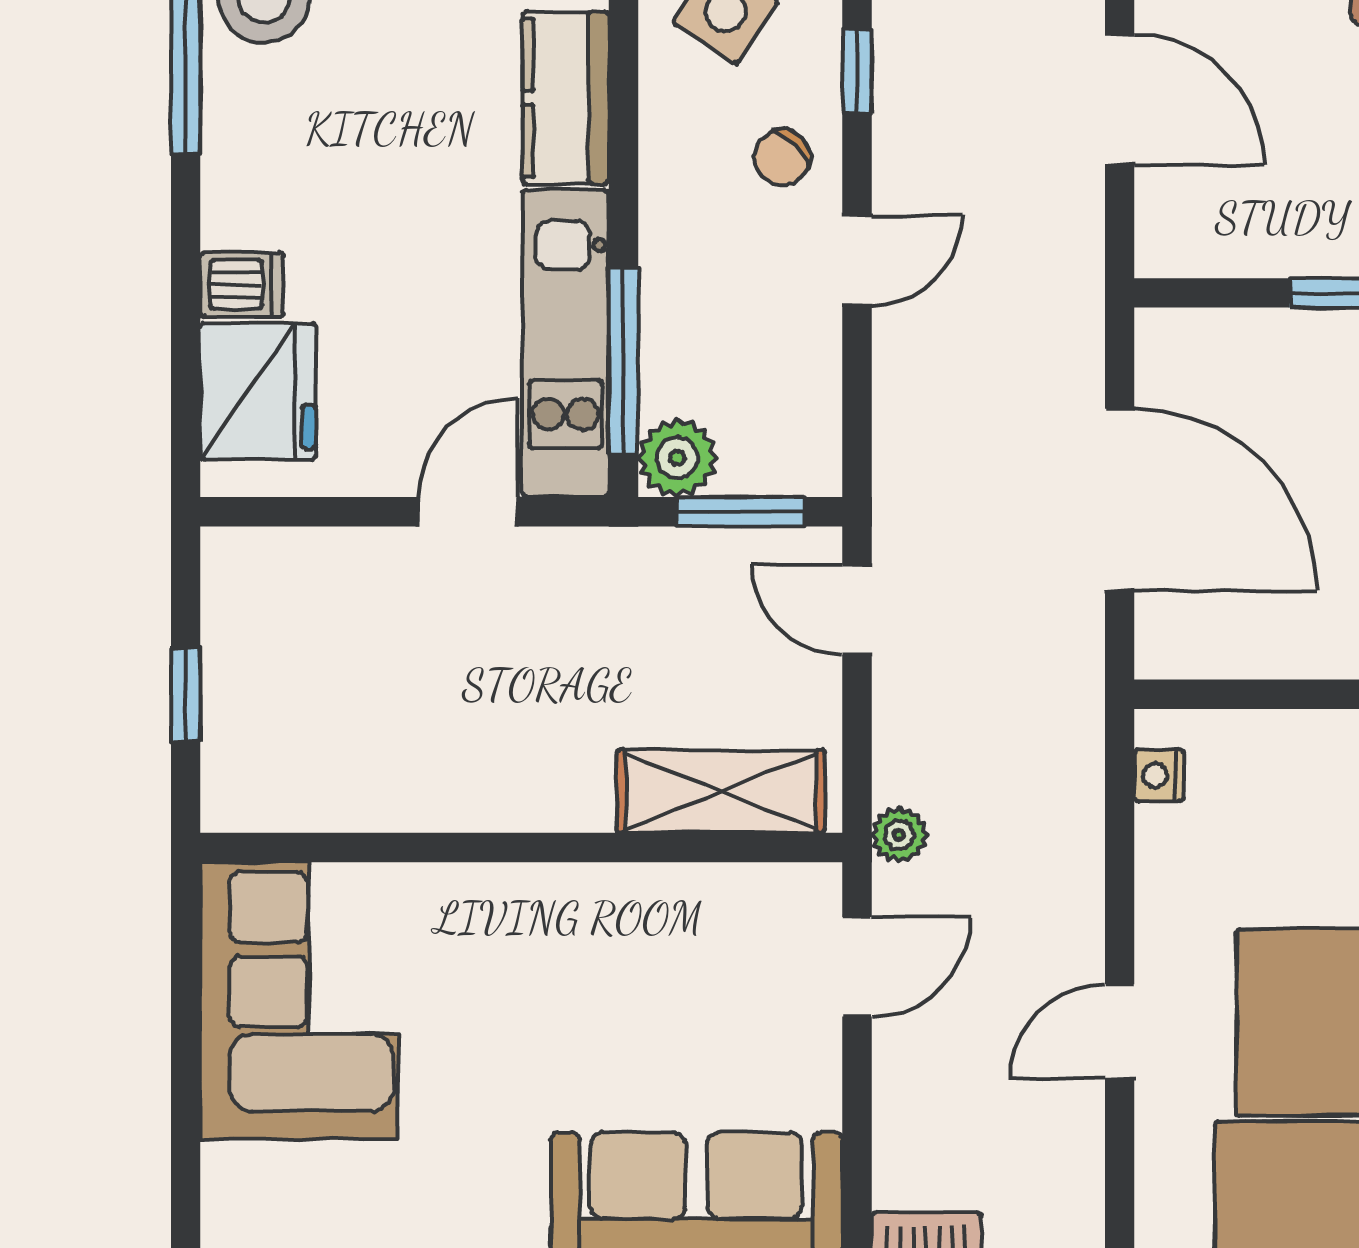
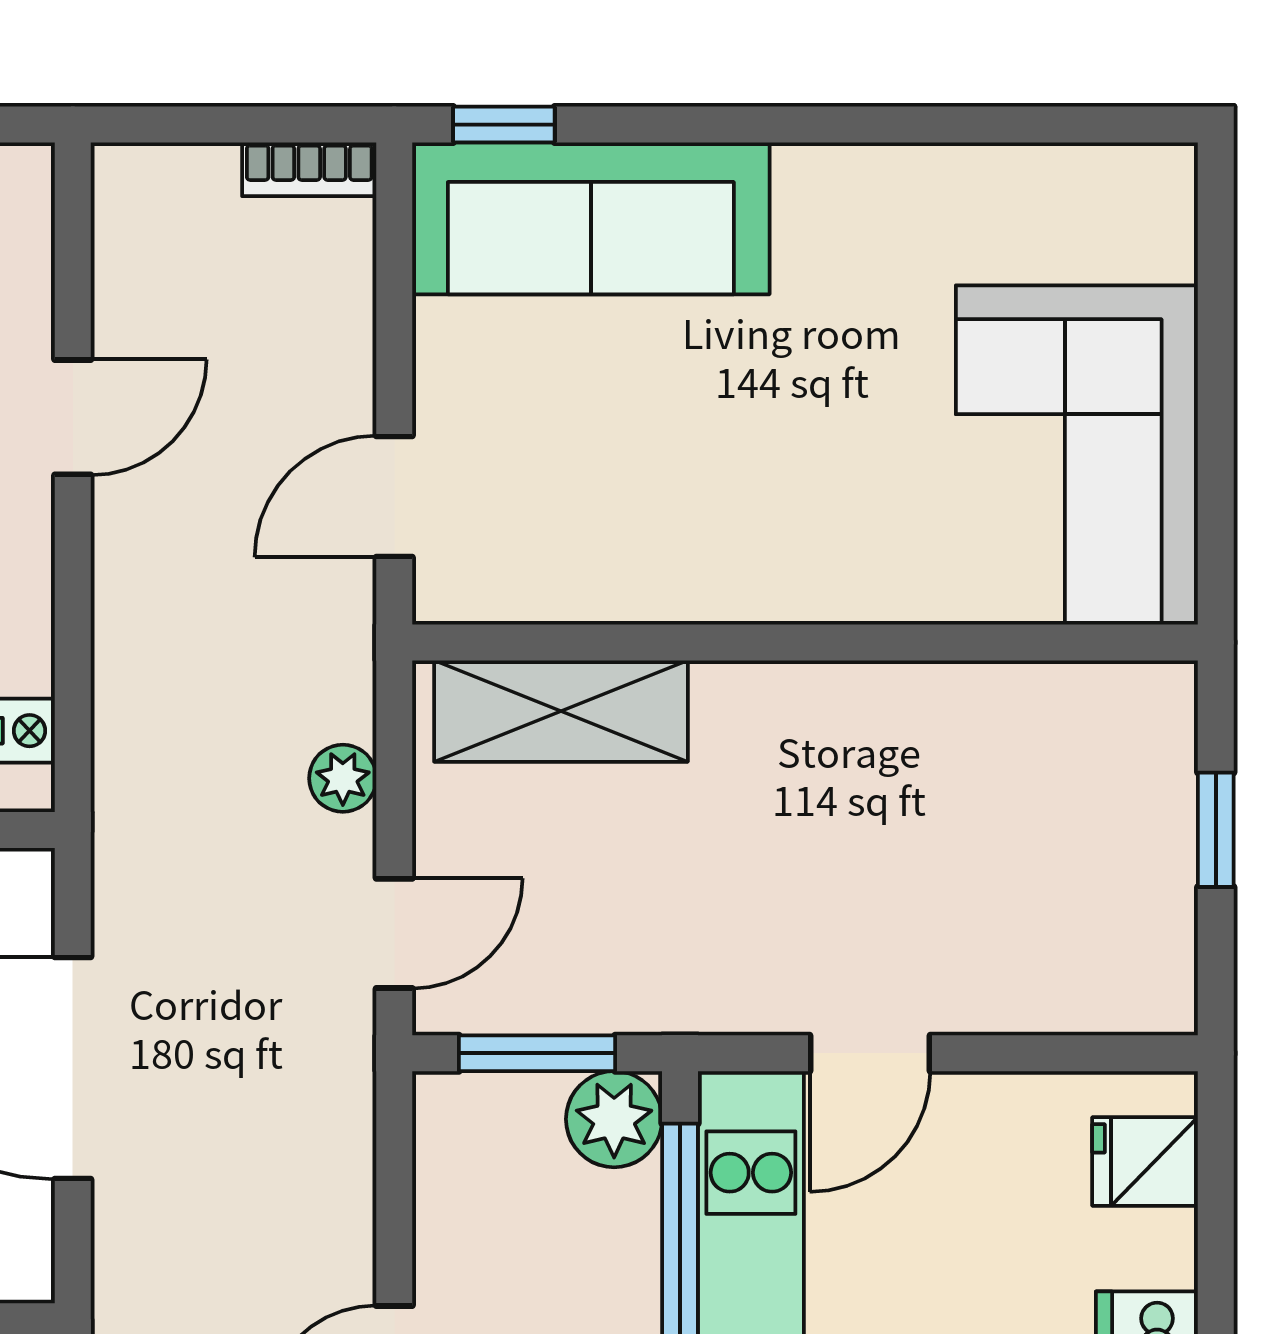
fridge: (258, 391) -> (1145, 1161), width x0.53, depth x0.75
door: (857, 610) -> (394, 933), hinge flipped
plant: (899, 835) -> (343, 778), moved

